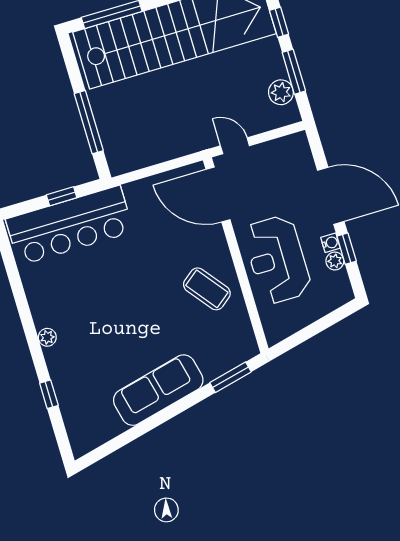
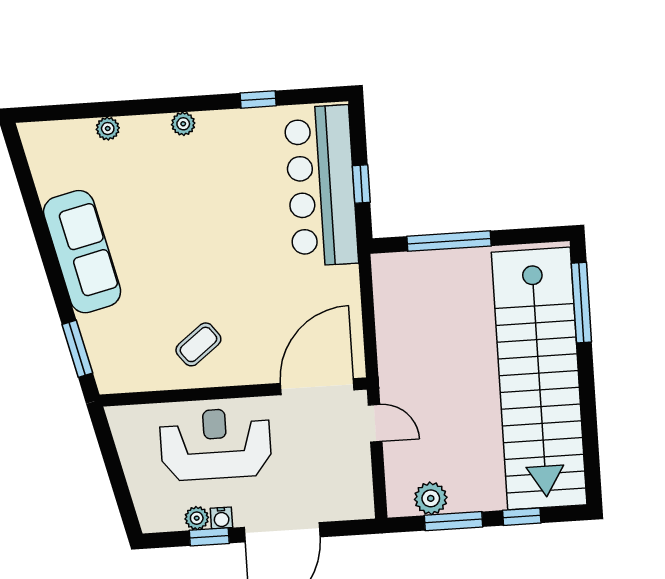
door: (235, 146) -> (375, 423), hinge flipped
coffee table: (207, 289) -> (198, 344), width x0.73, depth x0.77
plant: (63, 392) -> (108, 129), added
window: (49, 394) -> (258, 99), moved

